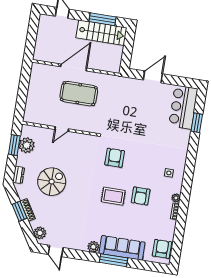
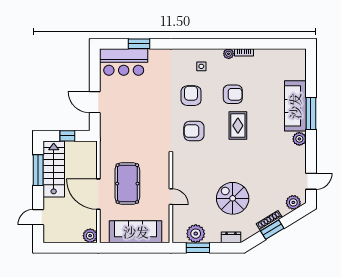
window: (128, 49) -> (67, 136), added
plant: (39, 55) -> (90, 236), added
sofa: (37, 94) -> (136, 232), added
armchair: (162, 249) -> (191, 96), moved, turned 90

